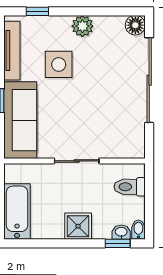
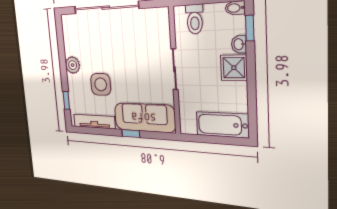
floor lamp: (135, 25) -> (68, 22), removed
washbasin: (121, 232) -> (239, 44), moved

